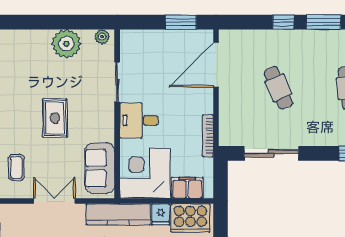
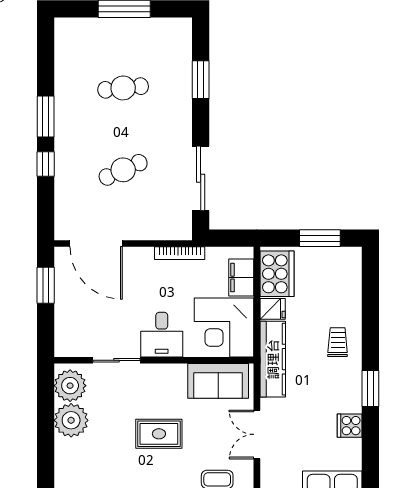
plant: (102, 37) -> (70, 386), width x1.87, depth x1.87

